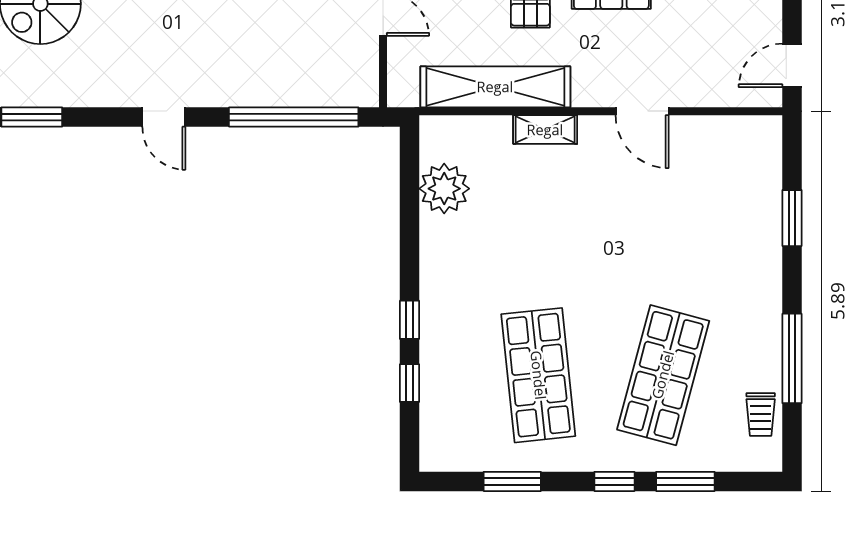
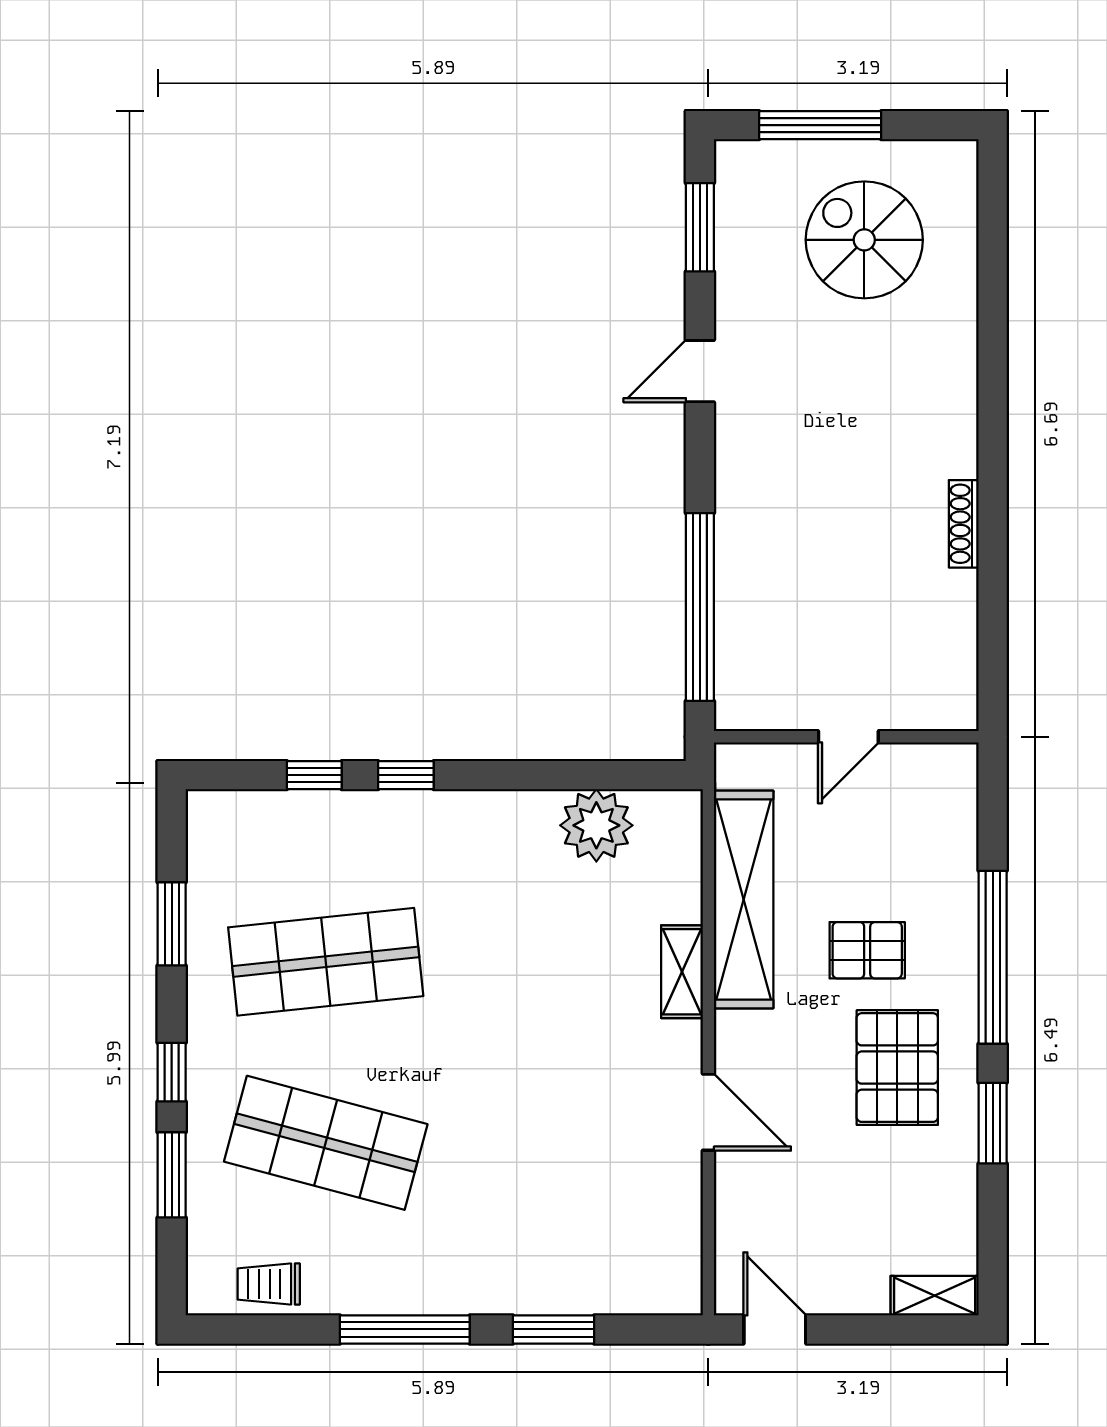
door: (642, 111) -> (708, 1112), swing flipped
door: (164, 117) -> (700, 371), moved
window: (792, 358) -> (405, 1329), moved

